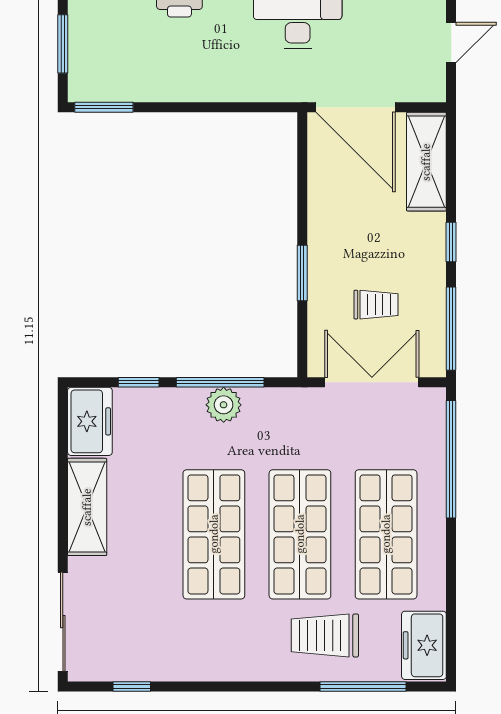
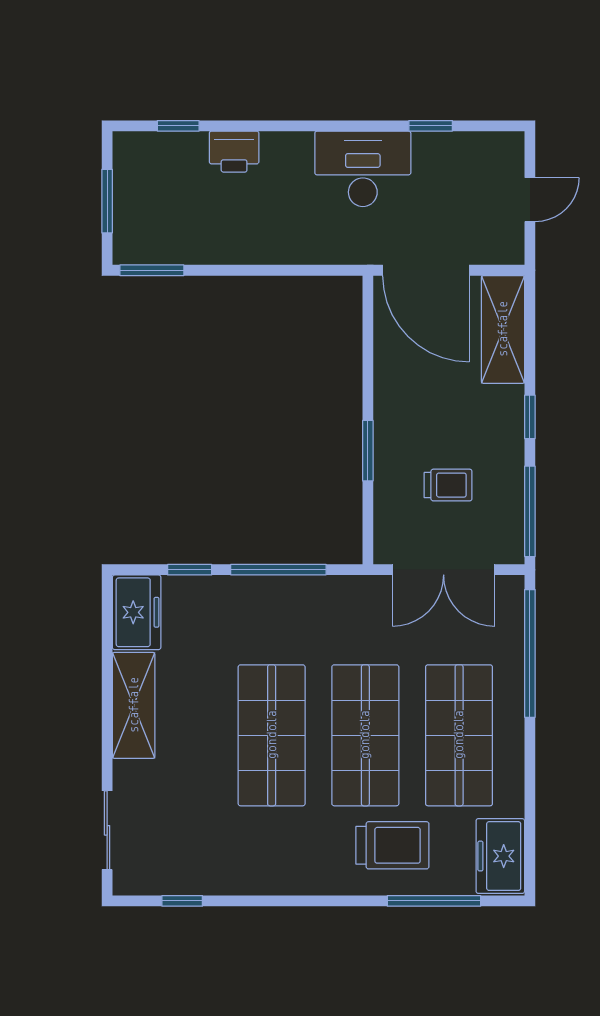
double door: (372, 382) -> (444, 570), swing flipped
plant: (224, 405) -> (282, 594), removed
sliding door: (63, 622) -> (107, 830), width x0.73
trolley: (325, 635) -> (392, 845), turned 180

